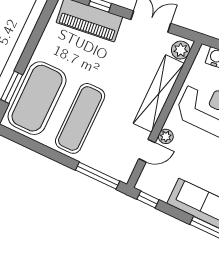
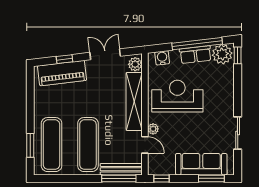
exercise mat: (37, 98) -> (52, 145), width x0.68
door: (147, 151) -> (145, 145), hinge flipped
bench: (106, 166) -> (121, 169), added

